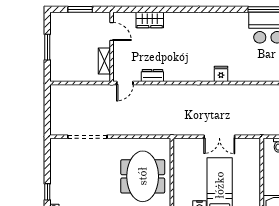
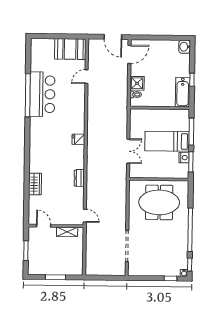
wardrobe: (150, 20) -> (35, 184), moved
door: (112, 32) -> (44, 226), hinge flipped
dresser: (152, 76) -> (79, 178), moved
double door: (219, 137) -> (128, 151), moved

